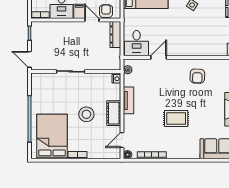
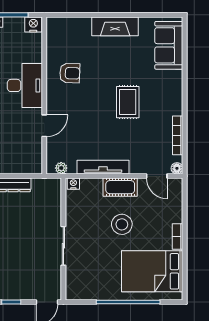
desk: (137, 43) -> (25, 85), moved, width x1.37
door: (159, 57) -> (44, 126), swing flipped
tv unit: (128, 100) -> (103, 167), width x1.41

